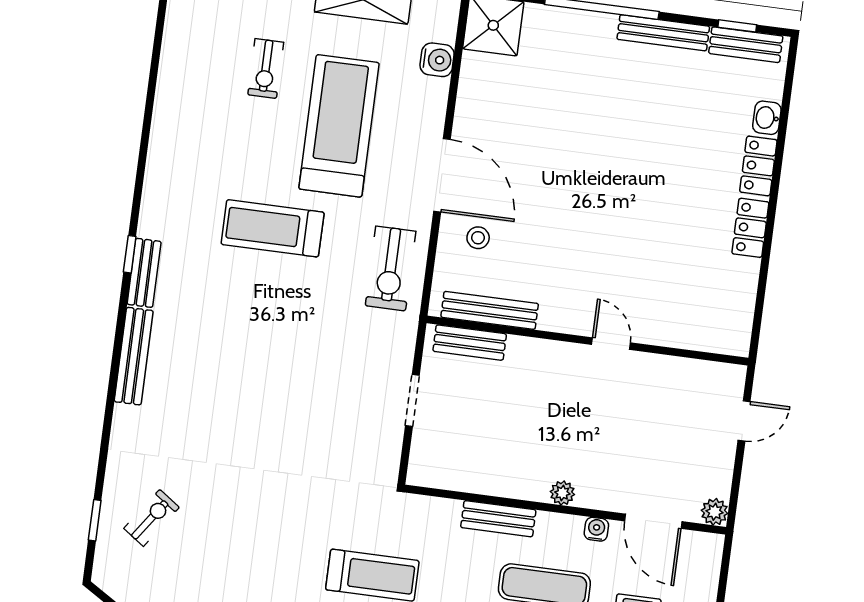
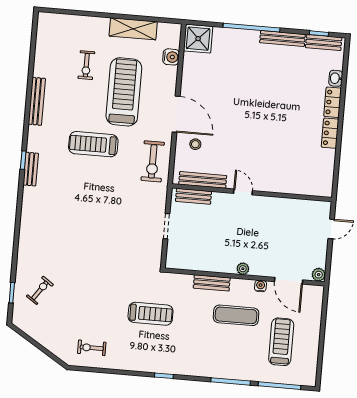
door: (611, 344) -> (243, 192), moved
bench: (134, 356) -> (37, 101), moved

